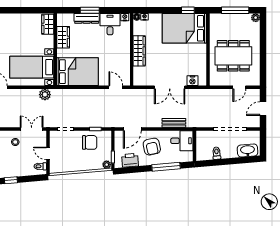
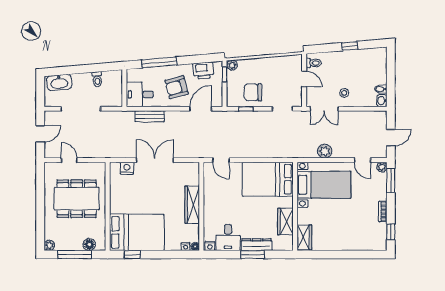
floor lamp: (223, 18) -> (89, 245), added
door: (239, 87) -> (69, 160), hinge flipped
plant: (45, 95) -> (325, 151), moved
armchair: (152, 147) -> (177, 87), turned -93

